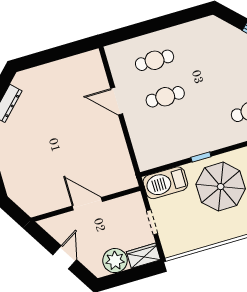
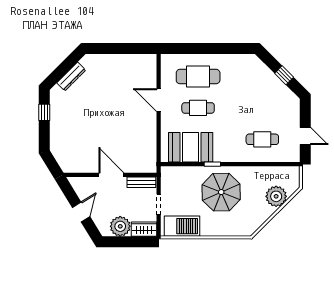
cafe table: (155, 60) -> (198, 77), width x1.37, depth x1.35
booth: (170, 145) -> (191, 147), added
barbecue: (165, 183) -> (182, 226), moved, turned 180
bench: (125, 202) -> (141, 182), added

